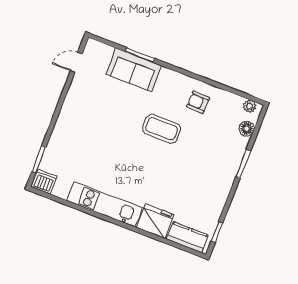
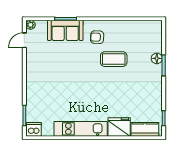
armchair: (198, 102) -> (97, 37), moved
plant: (249, 106) -> (30, 25), moved
coffee table: (162, 129) -> (114, 59), moved
floor lamp: (247, 129) -> (157, 58), moved

